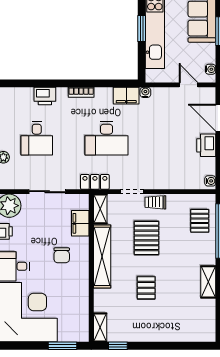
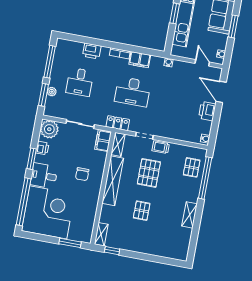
filing cabinet: (126, 96) -> (140, 60), moved
filing cabinet: (80, 223) -> (103, 141), moved

